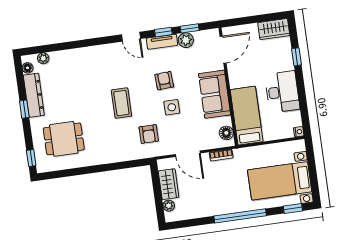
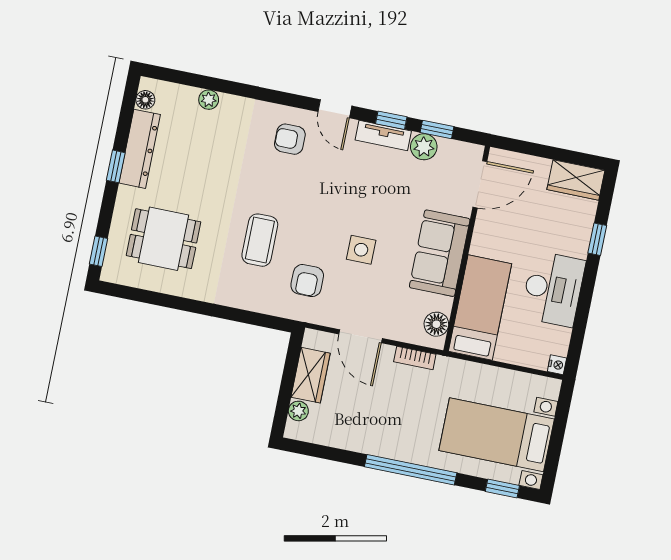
plant: (43, 58) -> (209, 100), moved
armchair: (164, 81) -> (290, 139), moved, turned -87
coffee table: (121, 103) -> (260, 240), moved

